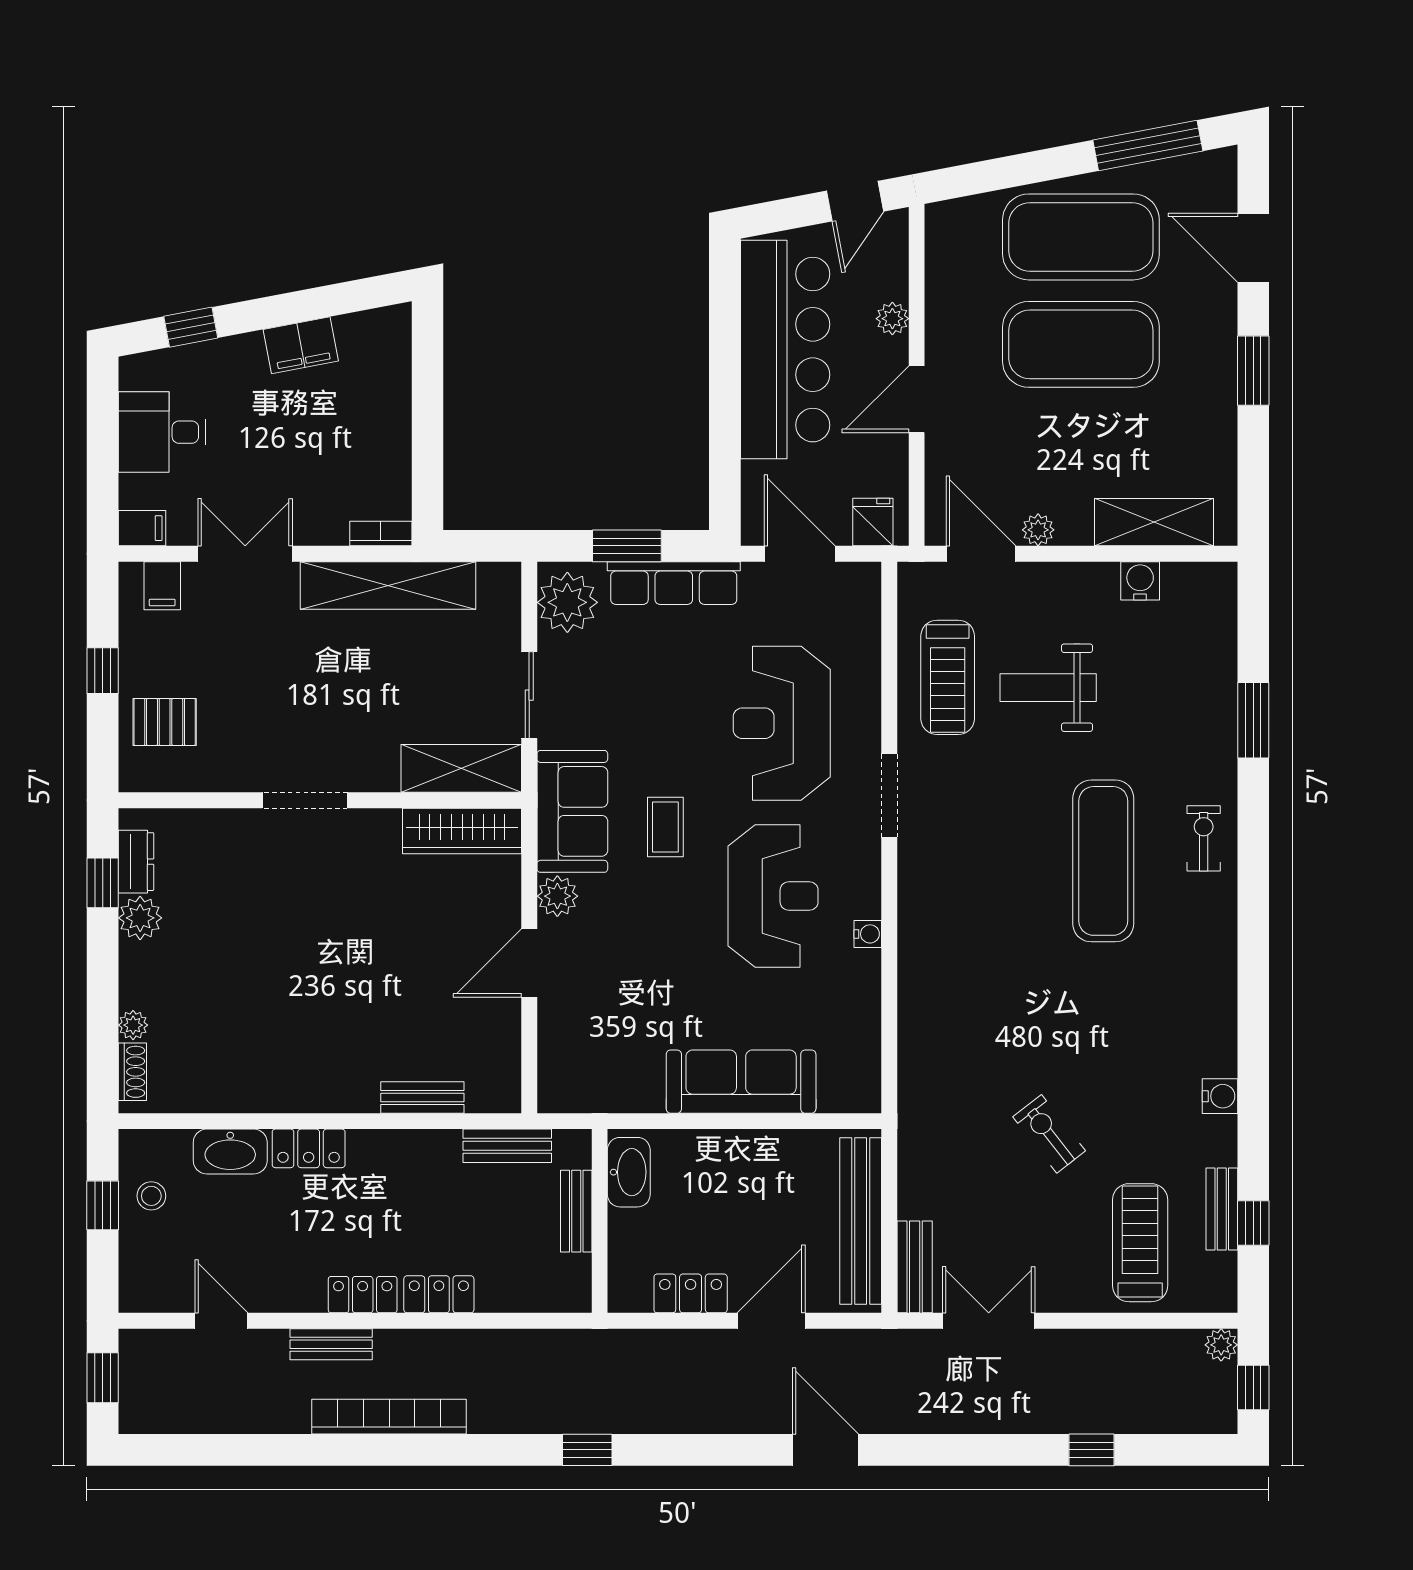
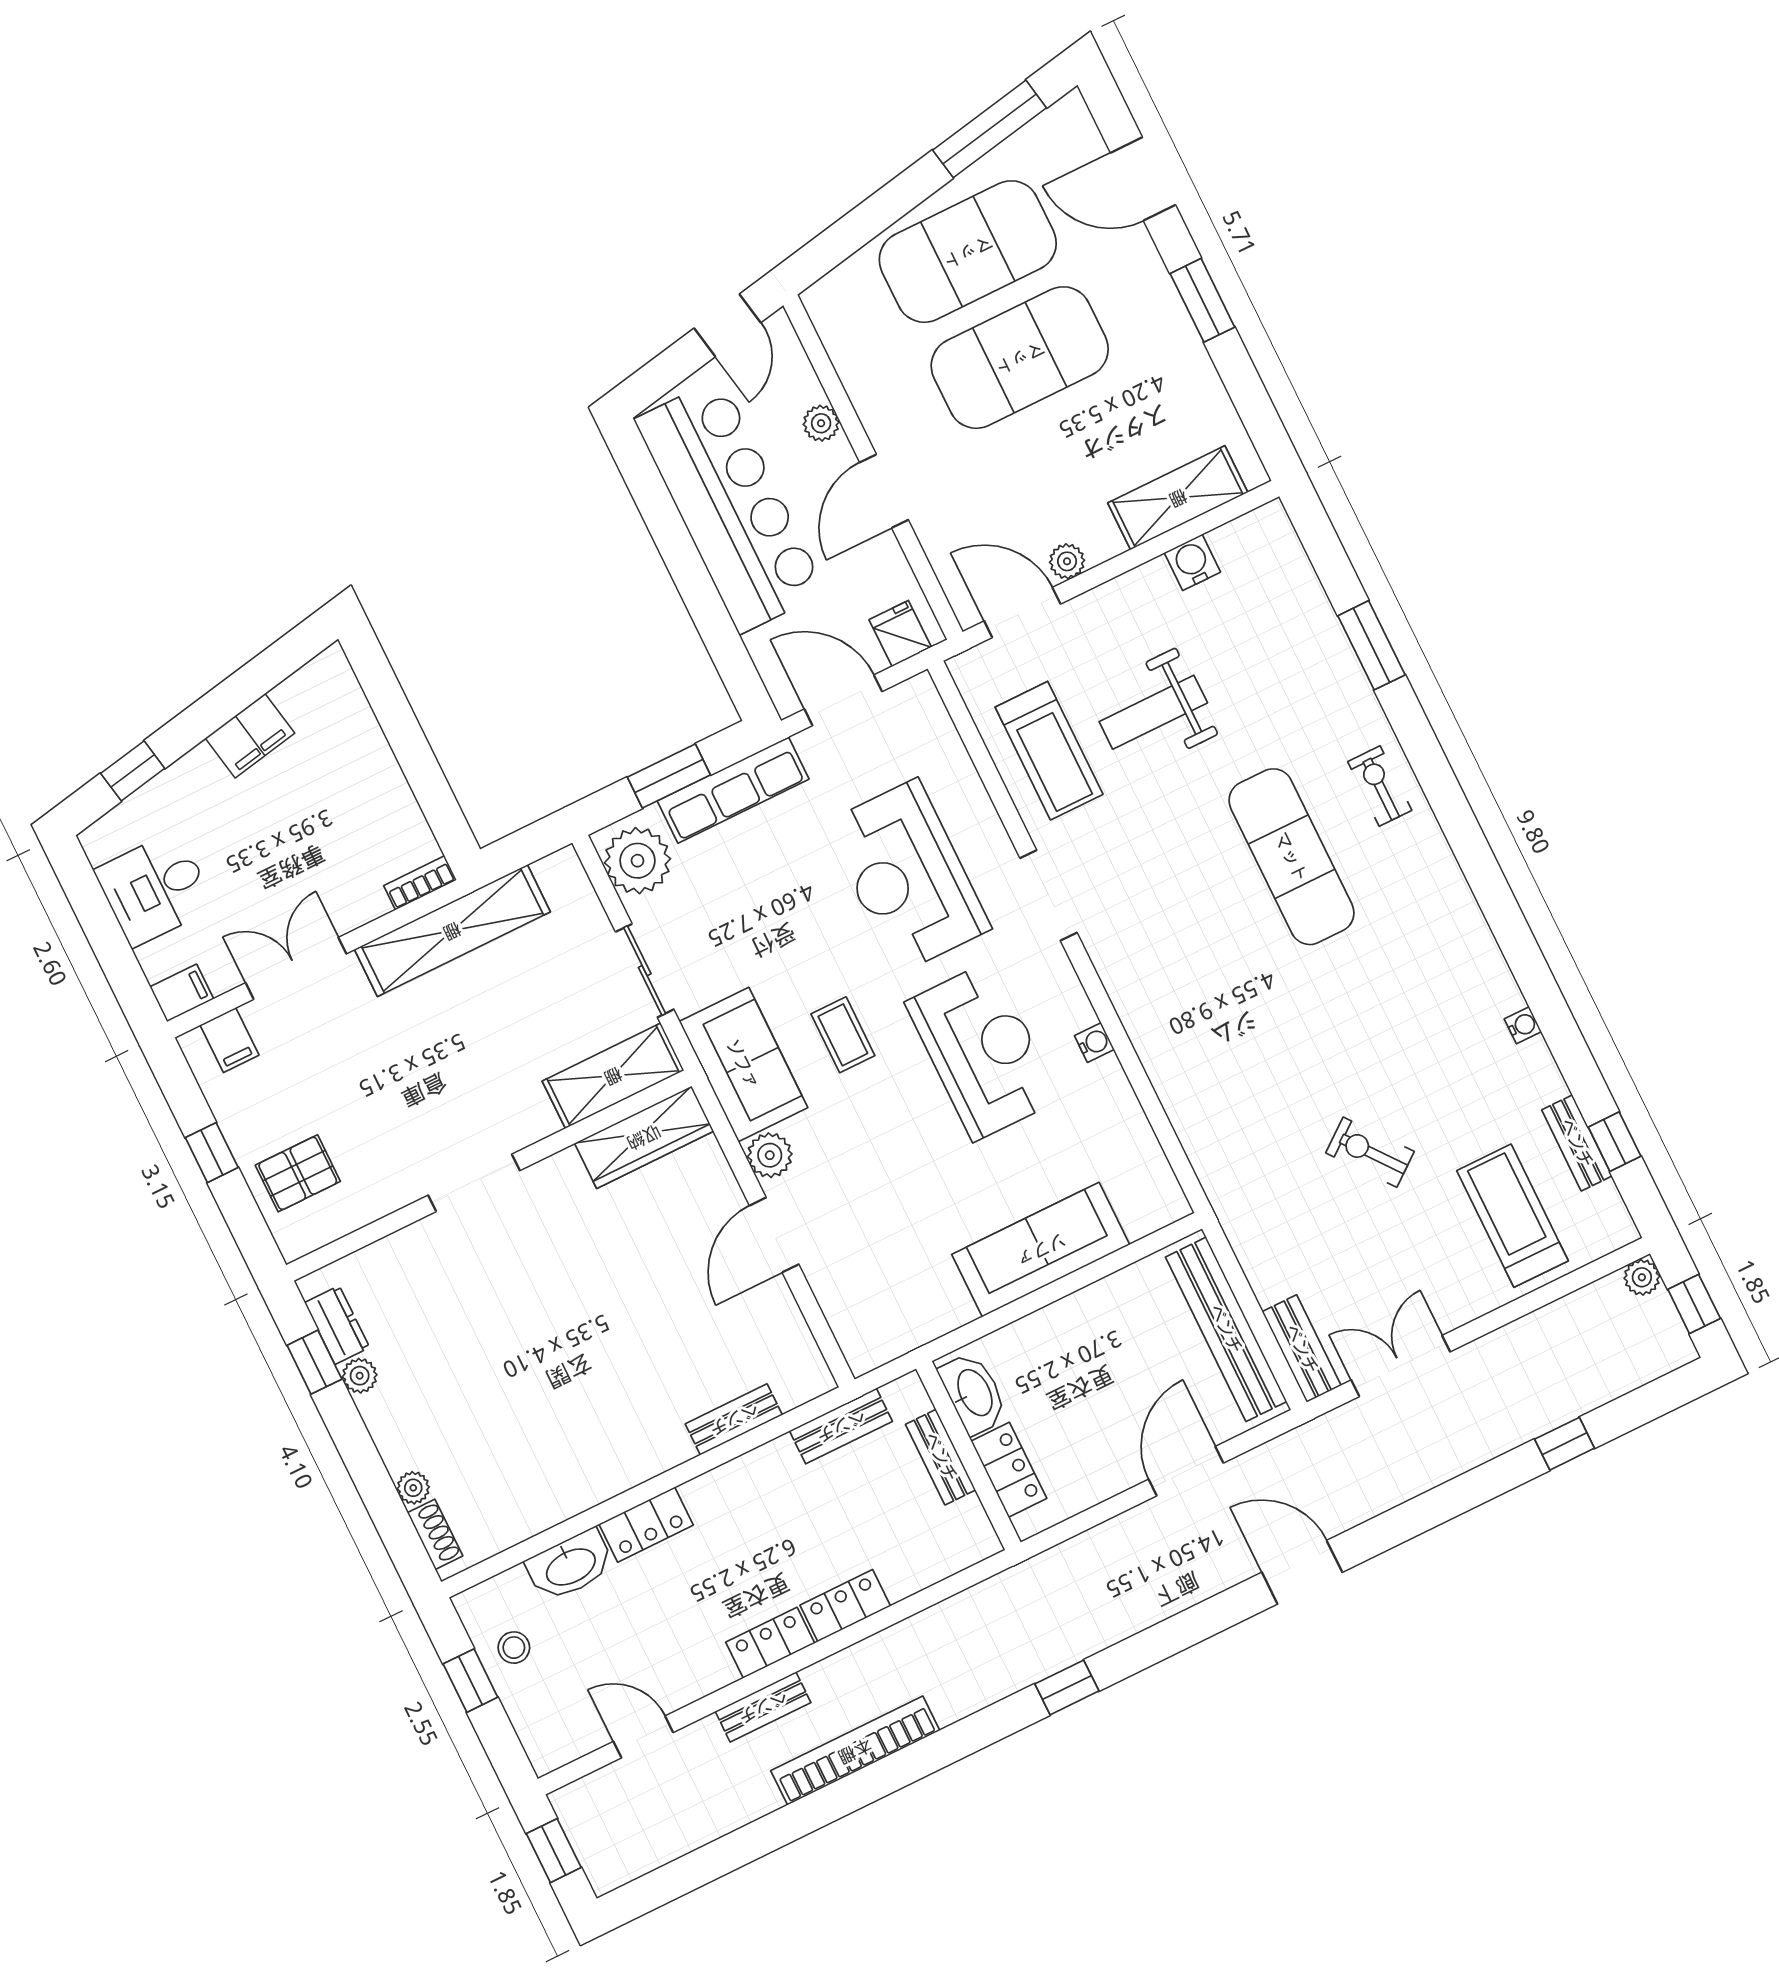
plant: (140, 918) -> (360, 1376), width x0.73, depth x0.73
water cooler: (1220, 1096) -> (1523, 1025), width x0.72, depth x0.72
locker: (691, 1293) -> (1009, 1470), moved, turned 90

